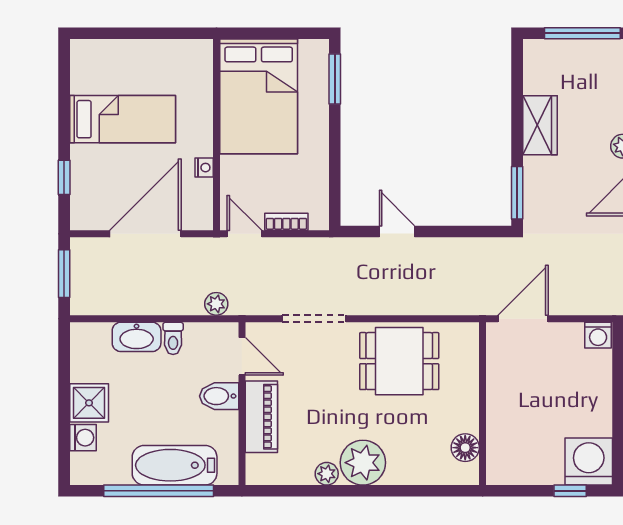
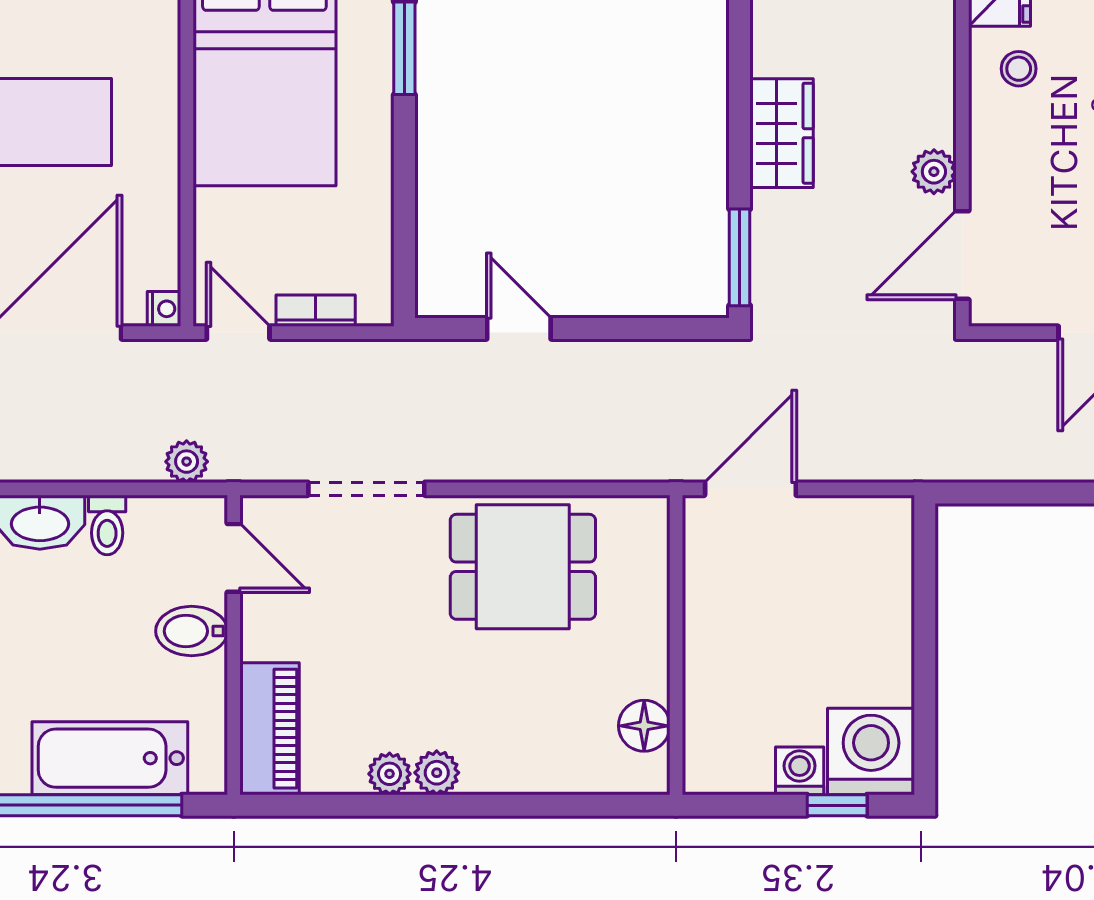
nightstand: (204, 168) -> (164, 309), moved
washing machine: (598, 335) -> (800, 771), moved, turned 180
piano: (261, 417) -> (269, 729), moved
plant: (363, 463) -> (437, 773), width x0.53, depth x0.53

